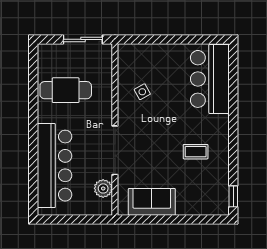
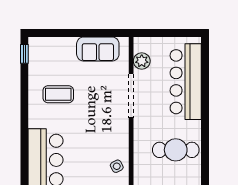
side table: (142, 92) -> (117, 166), moved
coffee table: (196, 152) -> (58, 94), width x1.36, depth x1.30

